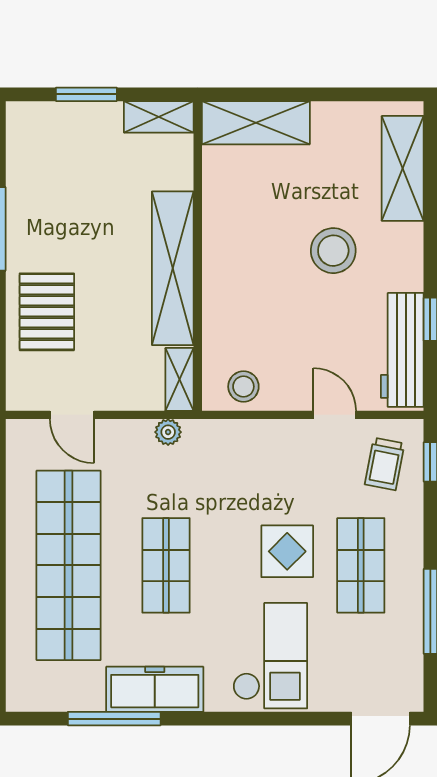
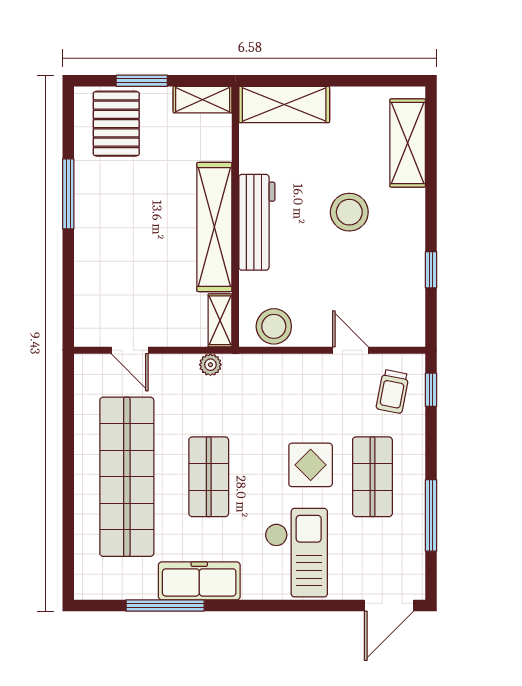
pallet: (47, 312) -> (116, 124), moved
workbench: (402, 350) -> (257, 222), moved, turned 180
stool: (243, 387) -> (274, 326), width x1.38, depth x1.38

